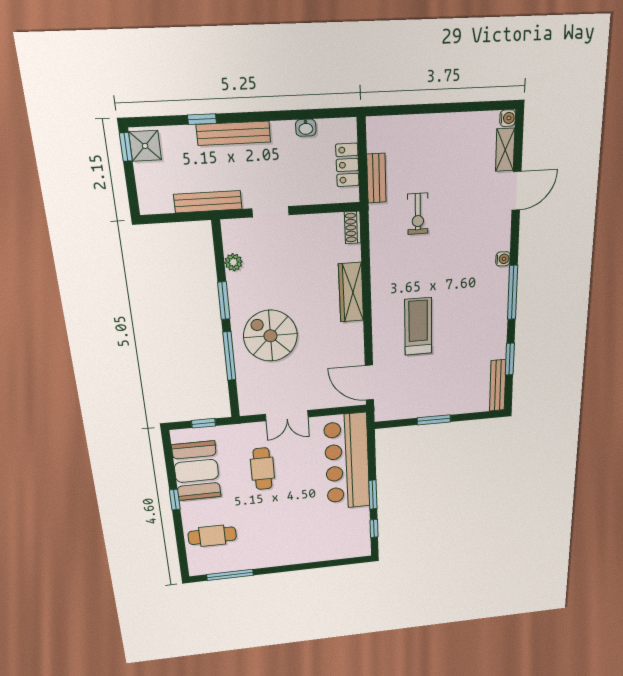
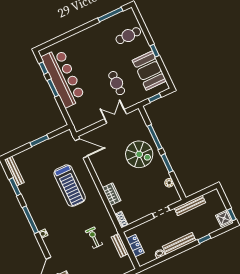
bench: (234, 133) -> (179, 243), moved
wardrobe: (351, 292) -> (112, 194), width x0.67
treadmill: (418, 326) -> (70, 186), width x1.37, depth x1.38
bar counter: (347, 462) -> (63, 78), moved

